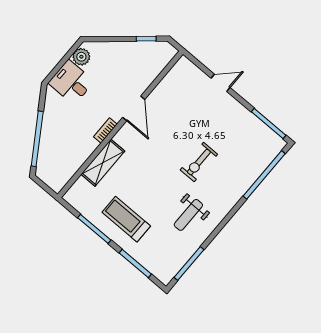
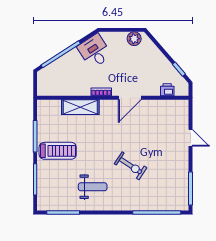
printer: (156, 66) -> (167, 90), added
desk: (71, 82) -> (95, 51), moved, turned -33
exercise bike: (199, 162) -> (131, 166), turned -147
weight bench: (188, 215) -> (93, 187), turned 180
treadmill: (126, 219) -> (58, 151), turned 90

